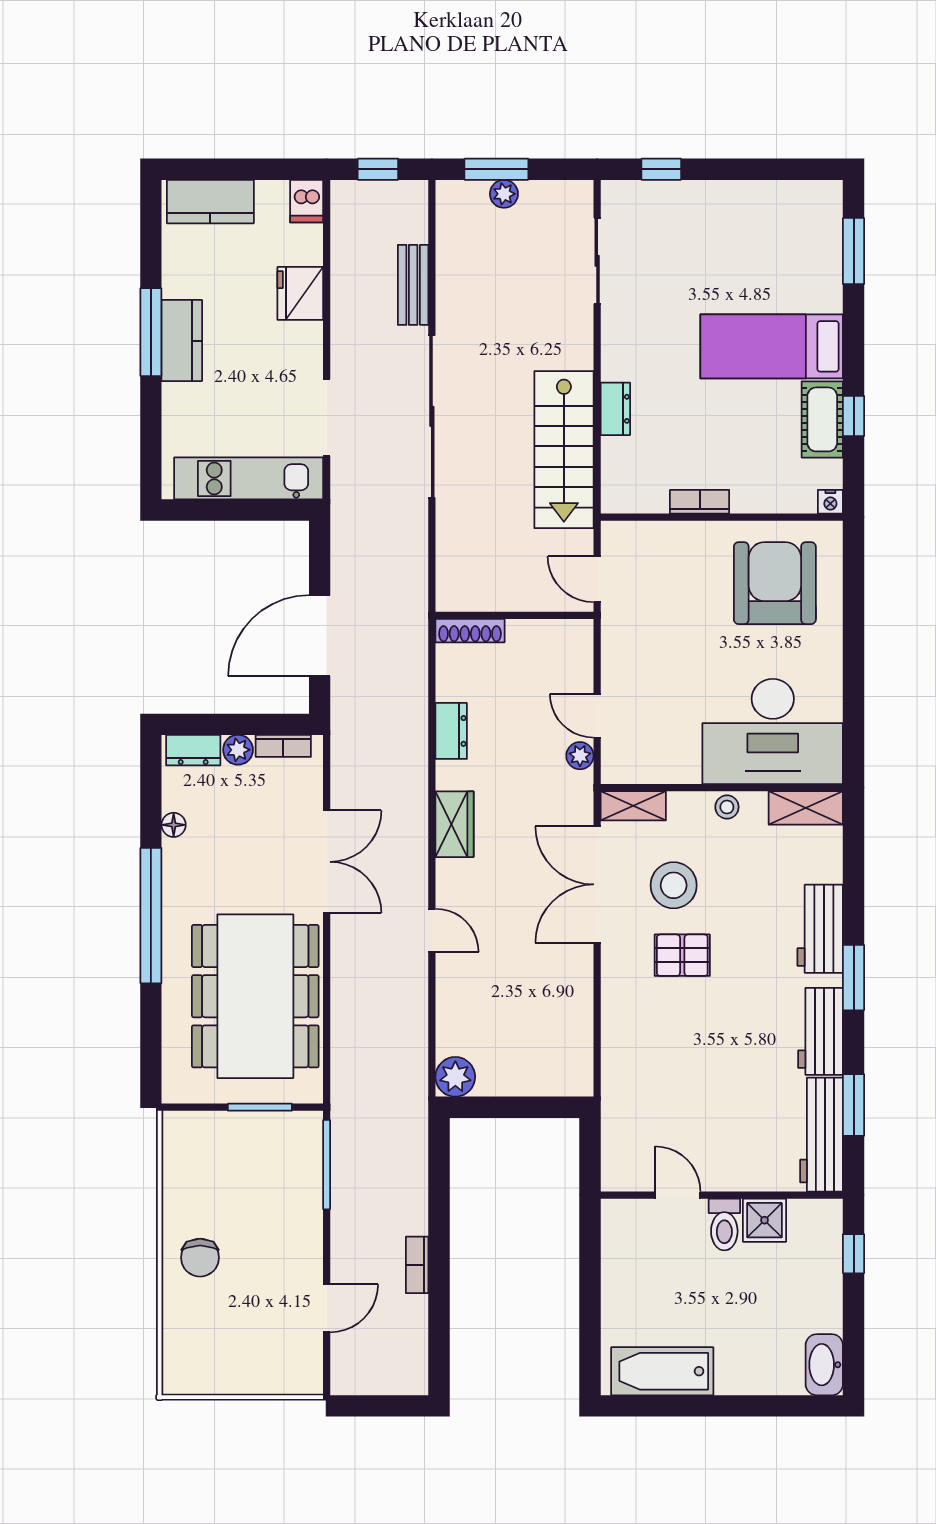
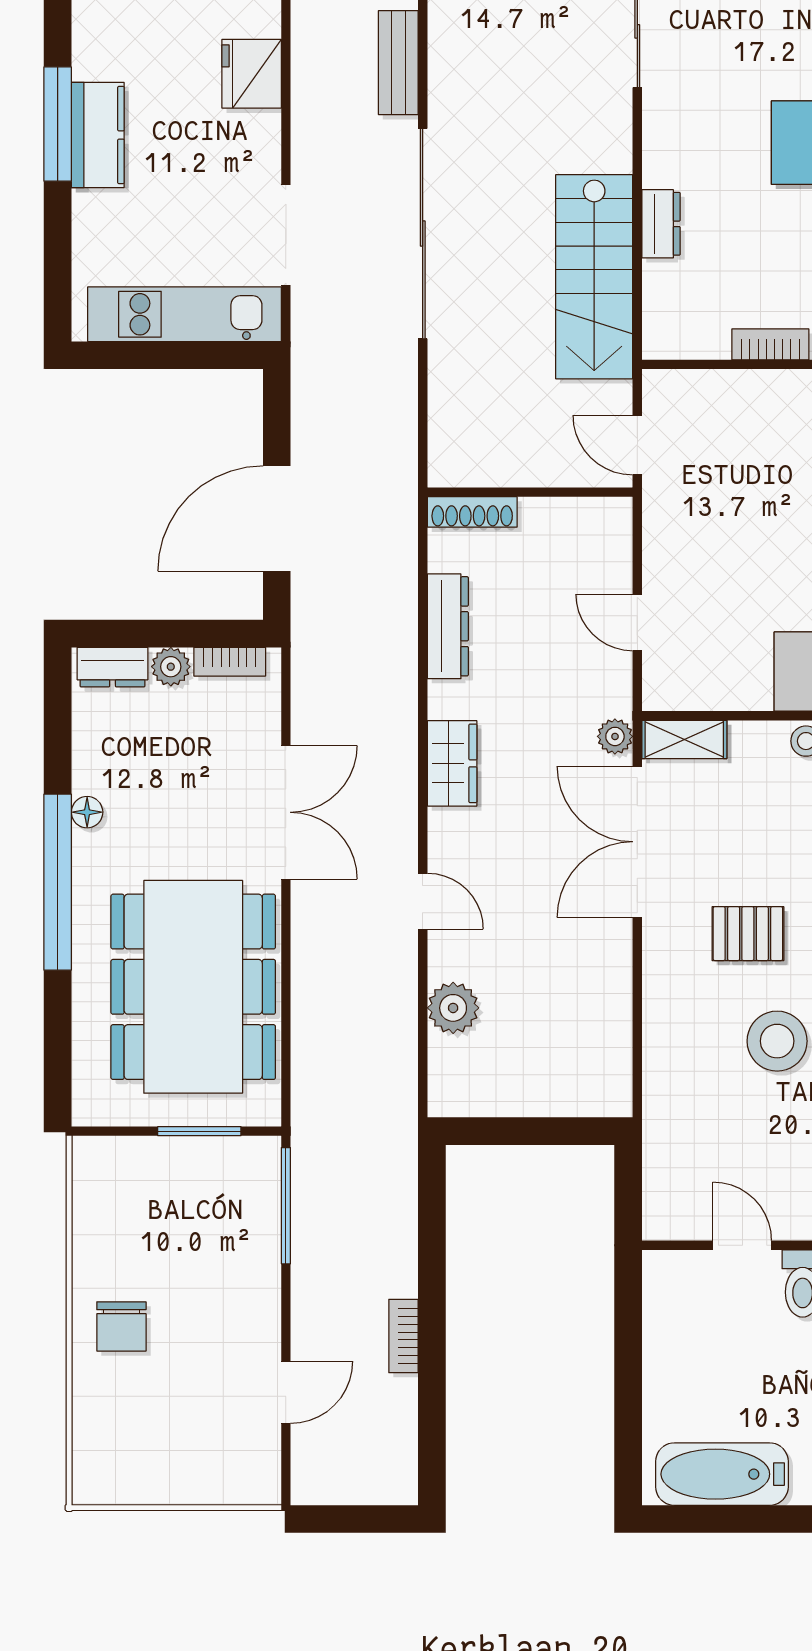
dresser: (451, 731) -> (448, 626), width x1.44
plant: (580, 756) -> (615, 736), moved
floor lamp: (174, 825) -> (87, 812), moved
stool: (674, 885) -> (777, 1041), moved
plant: (455, 1077) -> (453, 1008), moved

